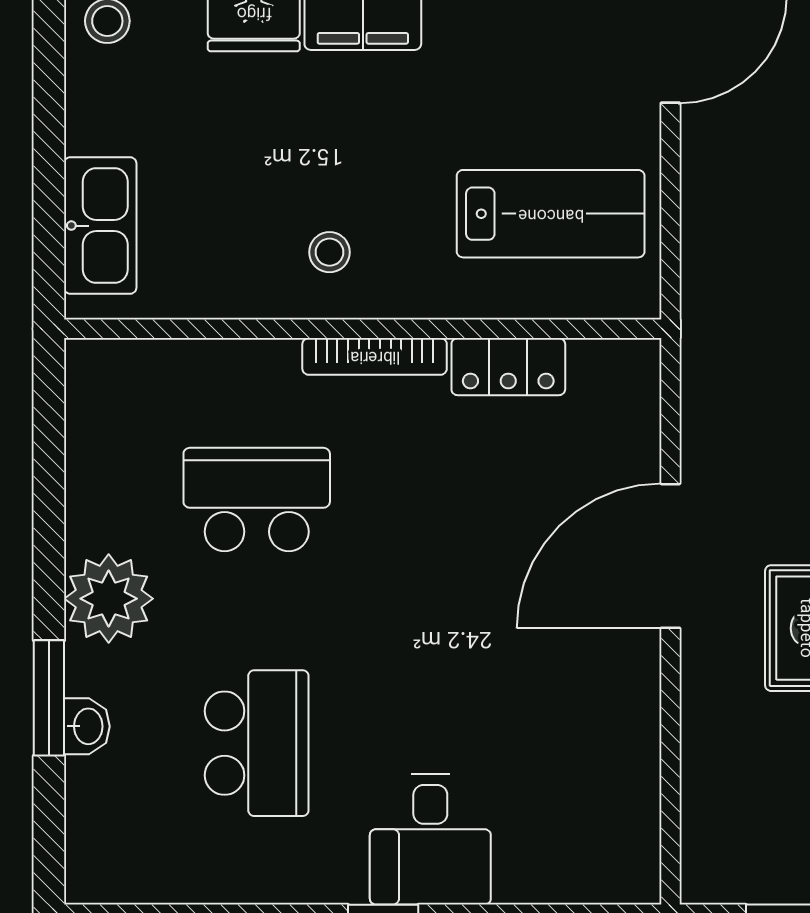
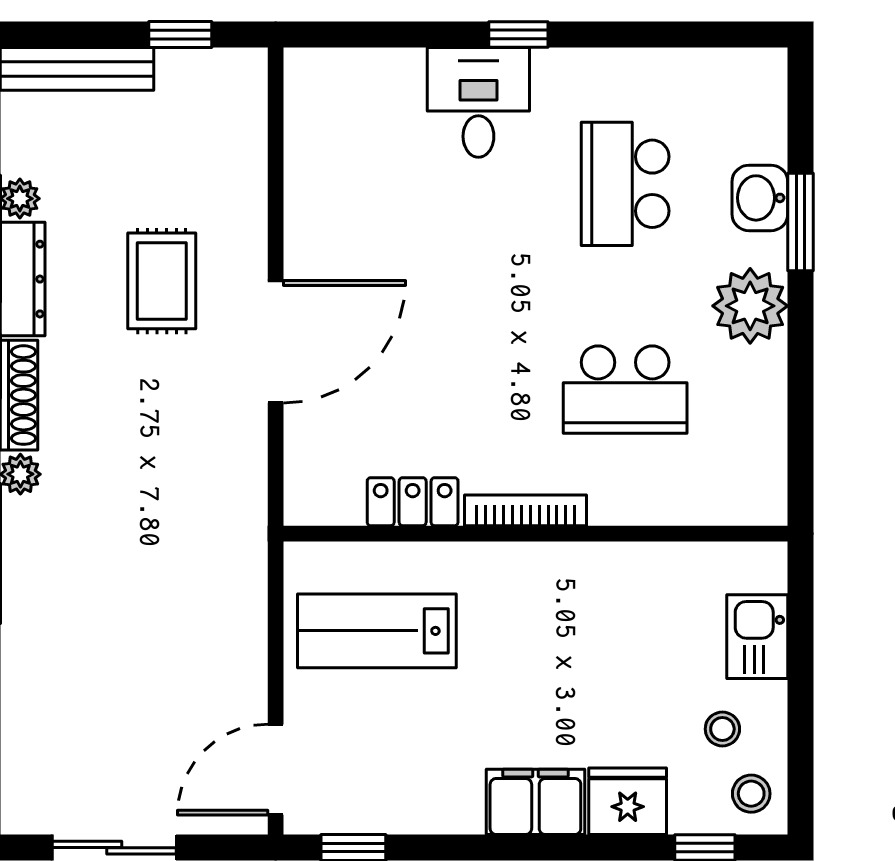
kitchen sink: (100, 226) -> (757, 637), width x0.73
stool: (329, 252) -> (722, 729), moved
washbasin: (87, 726) -> (760, 198), width x1.38, depth x1.45

